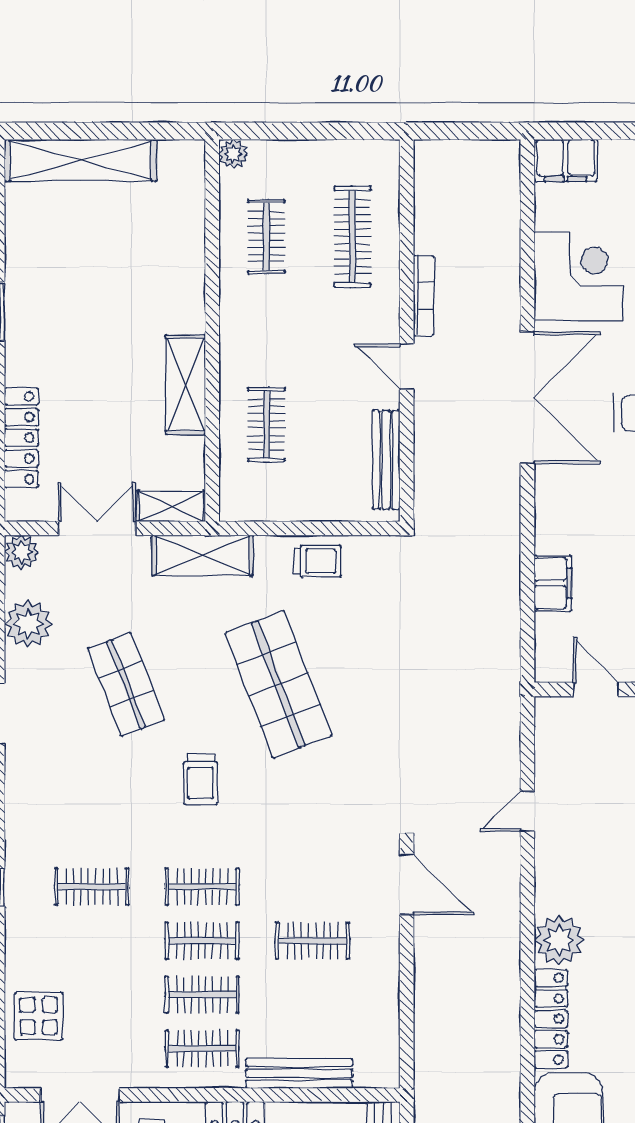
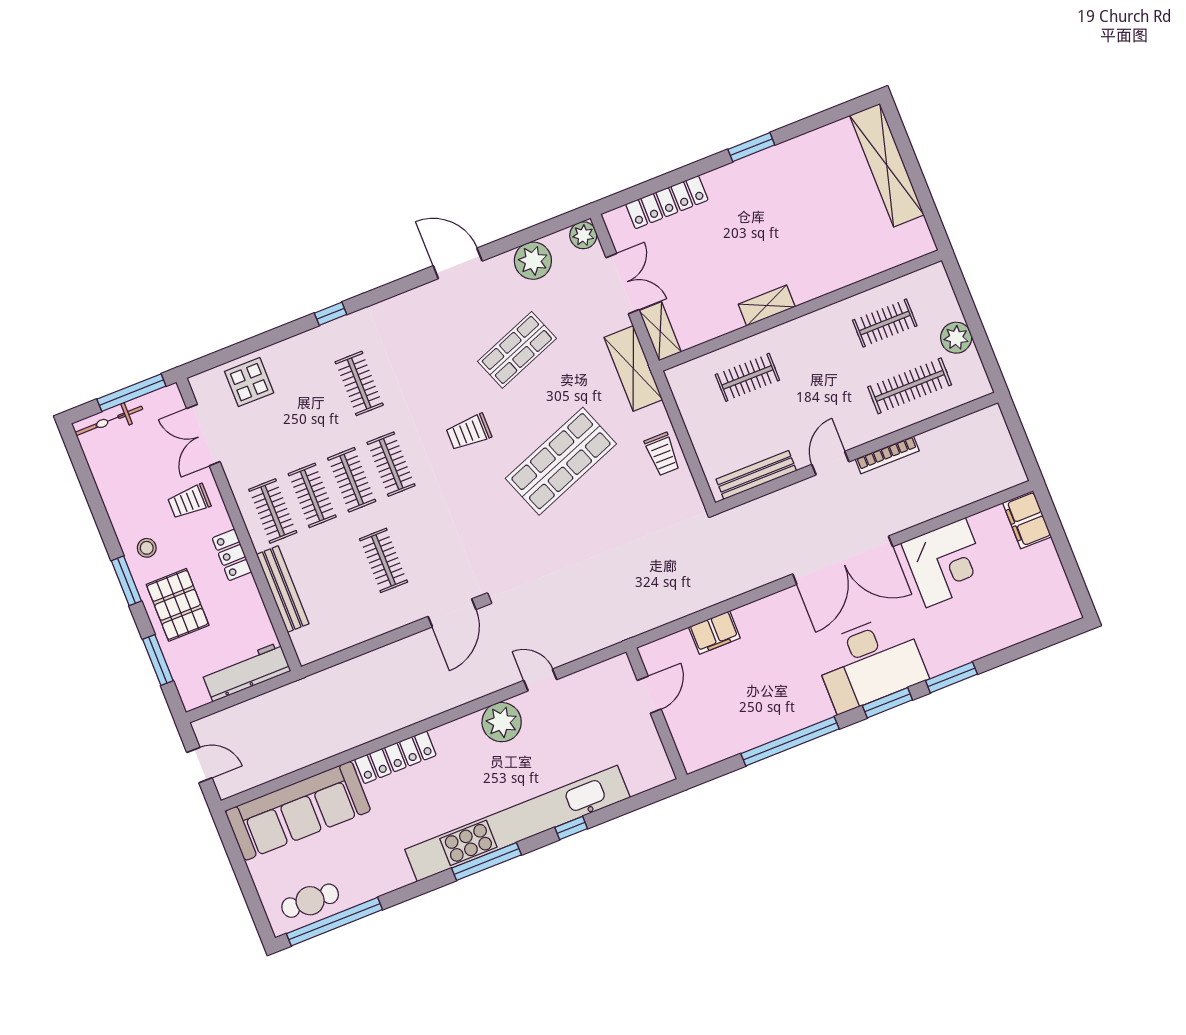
plant: (233, 154) -> (956, 338), moved, width x1.38, depth x1.38
shelving: (186, 385) -> (767, 306), width x0.67, depth x0.75
plant: (559, 940) -> (502, 722), moved

